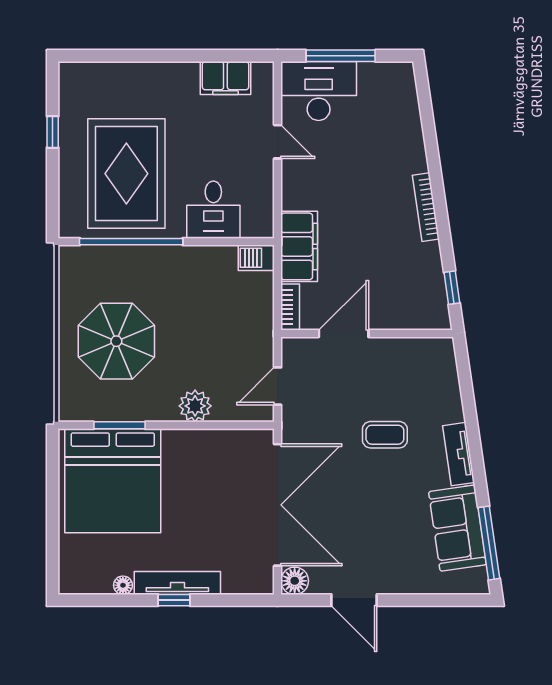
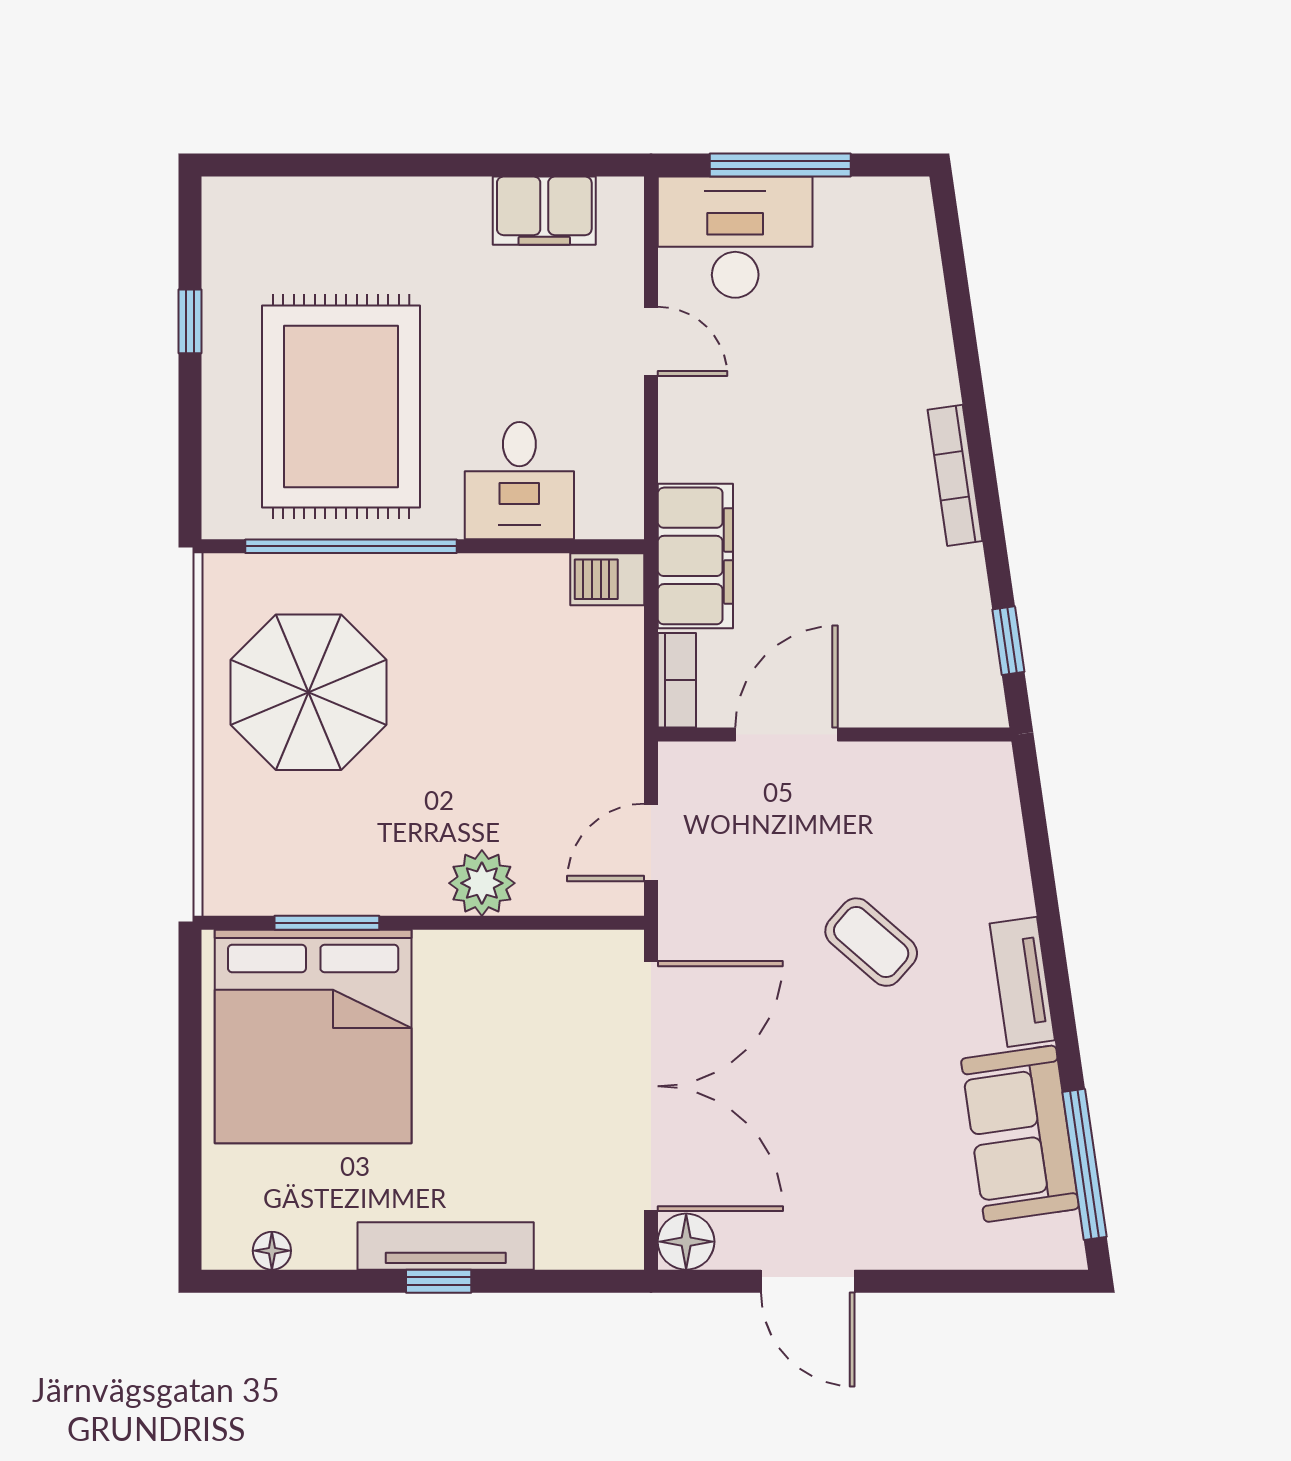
parasol: (116, 341) -> (309, 692), moved
coffee table: (385, 435) -> (871, 942), turned 41
floor lamp: (123, 585) -> (272, 1251), moved

